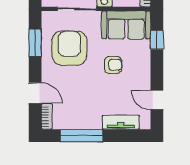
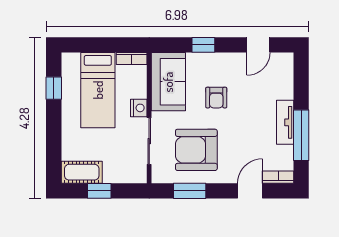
window: (157, 40) -> (203, 45), moved
armchair: (113, 65) -> (216, 98), turned 180
tv unit: (121, 122) -> (285, 122), moved

